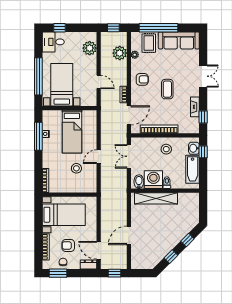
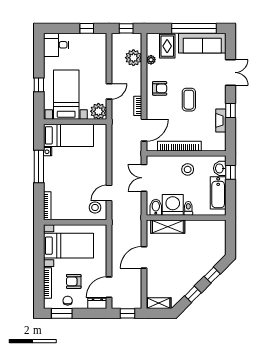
window: (60, 28) -> (87, 28), moved
window: (159, 28) -> (194, 28), moved
plant: (90, 48) -> (98, 111), moved
window: (38, 76) -> (39, 85), width x0.32
double door: (203, 76) -> (230, 72), moved
door: (99, 82) -> (109, 91), hinge flipped
window: (203, 117) -> (230, 111), moved
bed: (72, 132) -> (68, 135), moved, turned -90
window: (38, 136) -> (39, 166), moved
door: (99, 157) -> (109, 193), moved
stool: (76, 168) -> (95, 207), moved
shelving: (156, 198) -> (168, 227), width x0.68
door: (129, 235) -> (144, 257), moved
door: (99, 250) -> (109, 287), hinge flipped
shelving: (141, 264) -> (159, 303), added

